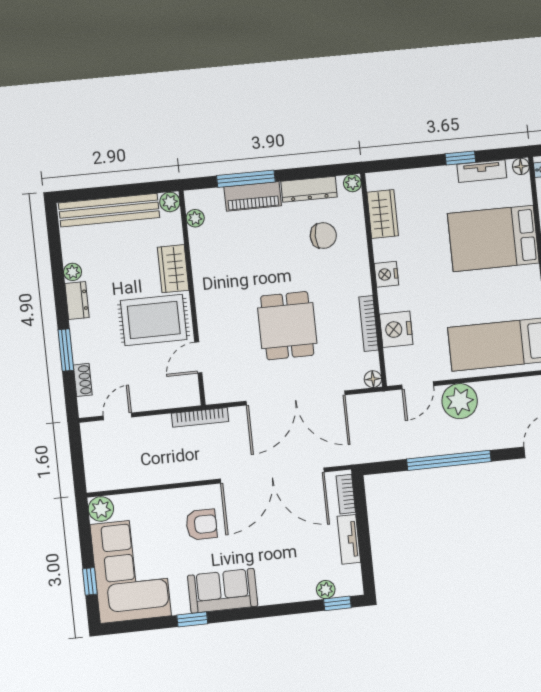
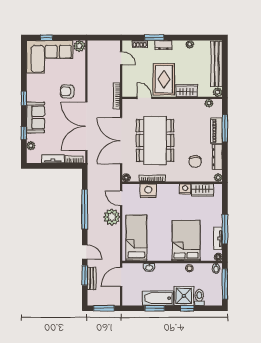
window: (460, 158) -> (225, 229), width x2.17
nightstand: (386, 274) -> (185, 189), moved
dresser: (77, 301) -> (163, 45), moved
dining table: (287, 326) -> (155, 140), width x1.88, depth x1.24
armchair: (201, 524) -> (67, 91), turned 90
sofa: (223, 591) -> (36, 117), moved
window: (337, 603) -> (24, 133), moved
window: (192, 619) -> (24, 98), moved

